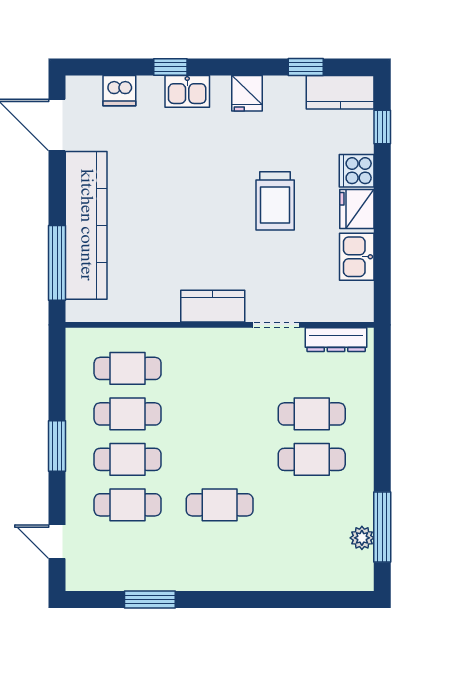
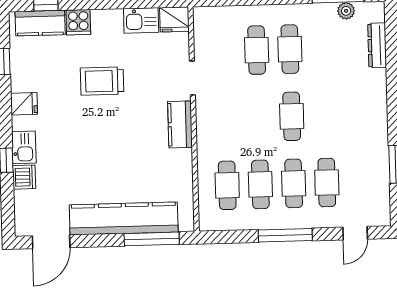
dishwasher: (119, 91) -> (24, 177), moved
kitchen counter: (340, 92) -> (40, 23), moved, turned 90
trolley: (275, 201) -> (102, 81), turned 180
fridge: (357, 209) -> (174, 19), moved
dresser: (336, 340) -> (377, 45), moved, turned 180
window: (57, 446) -> (285, 235), width x1.44
cafe table: (220, 505) -> (292, 116), moved

